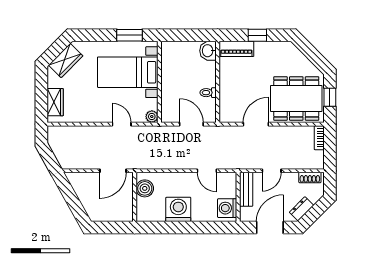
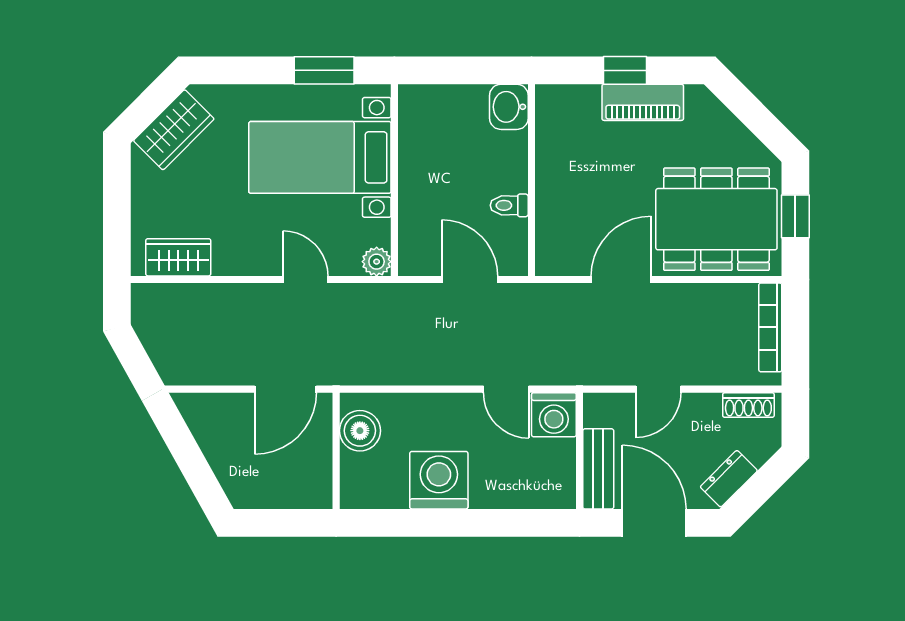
piano: (236, 49) -> (643, 102), moved
wardrobe: (55, 102) -> (178, 257), moved, turned -90
bookcase: (319, 138) -> (770, 327), width x1.56
bench: (246, 189) -> (598, 469), moved
washing machine: (227, 208) -> (554, 415), moved, turned -90
door: (270, 228) -> (654, 523), hinge flipped

